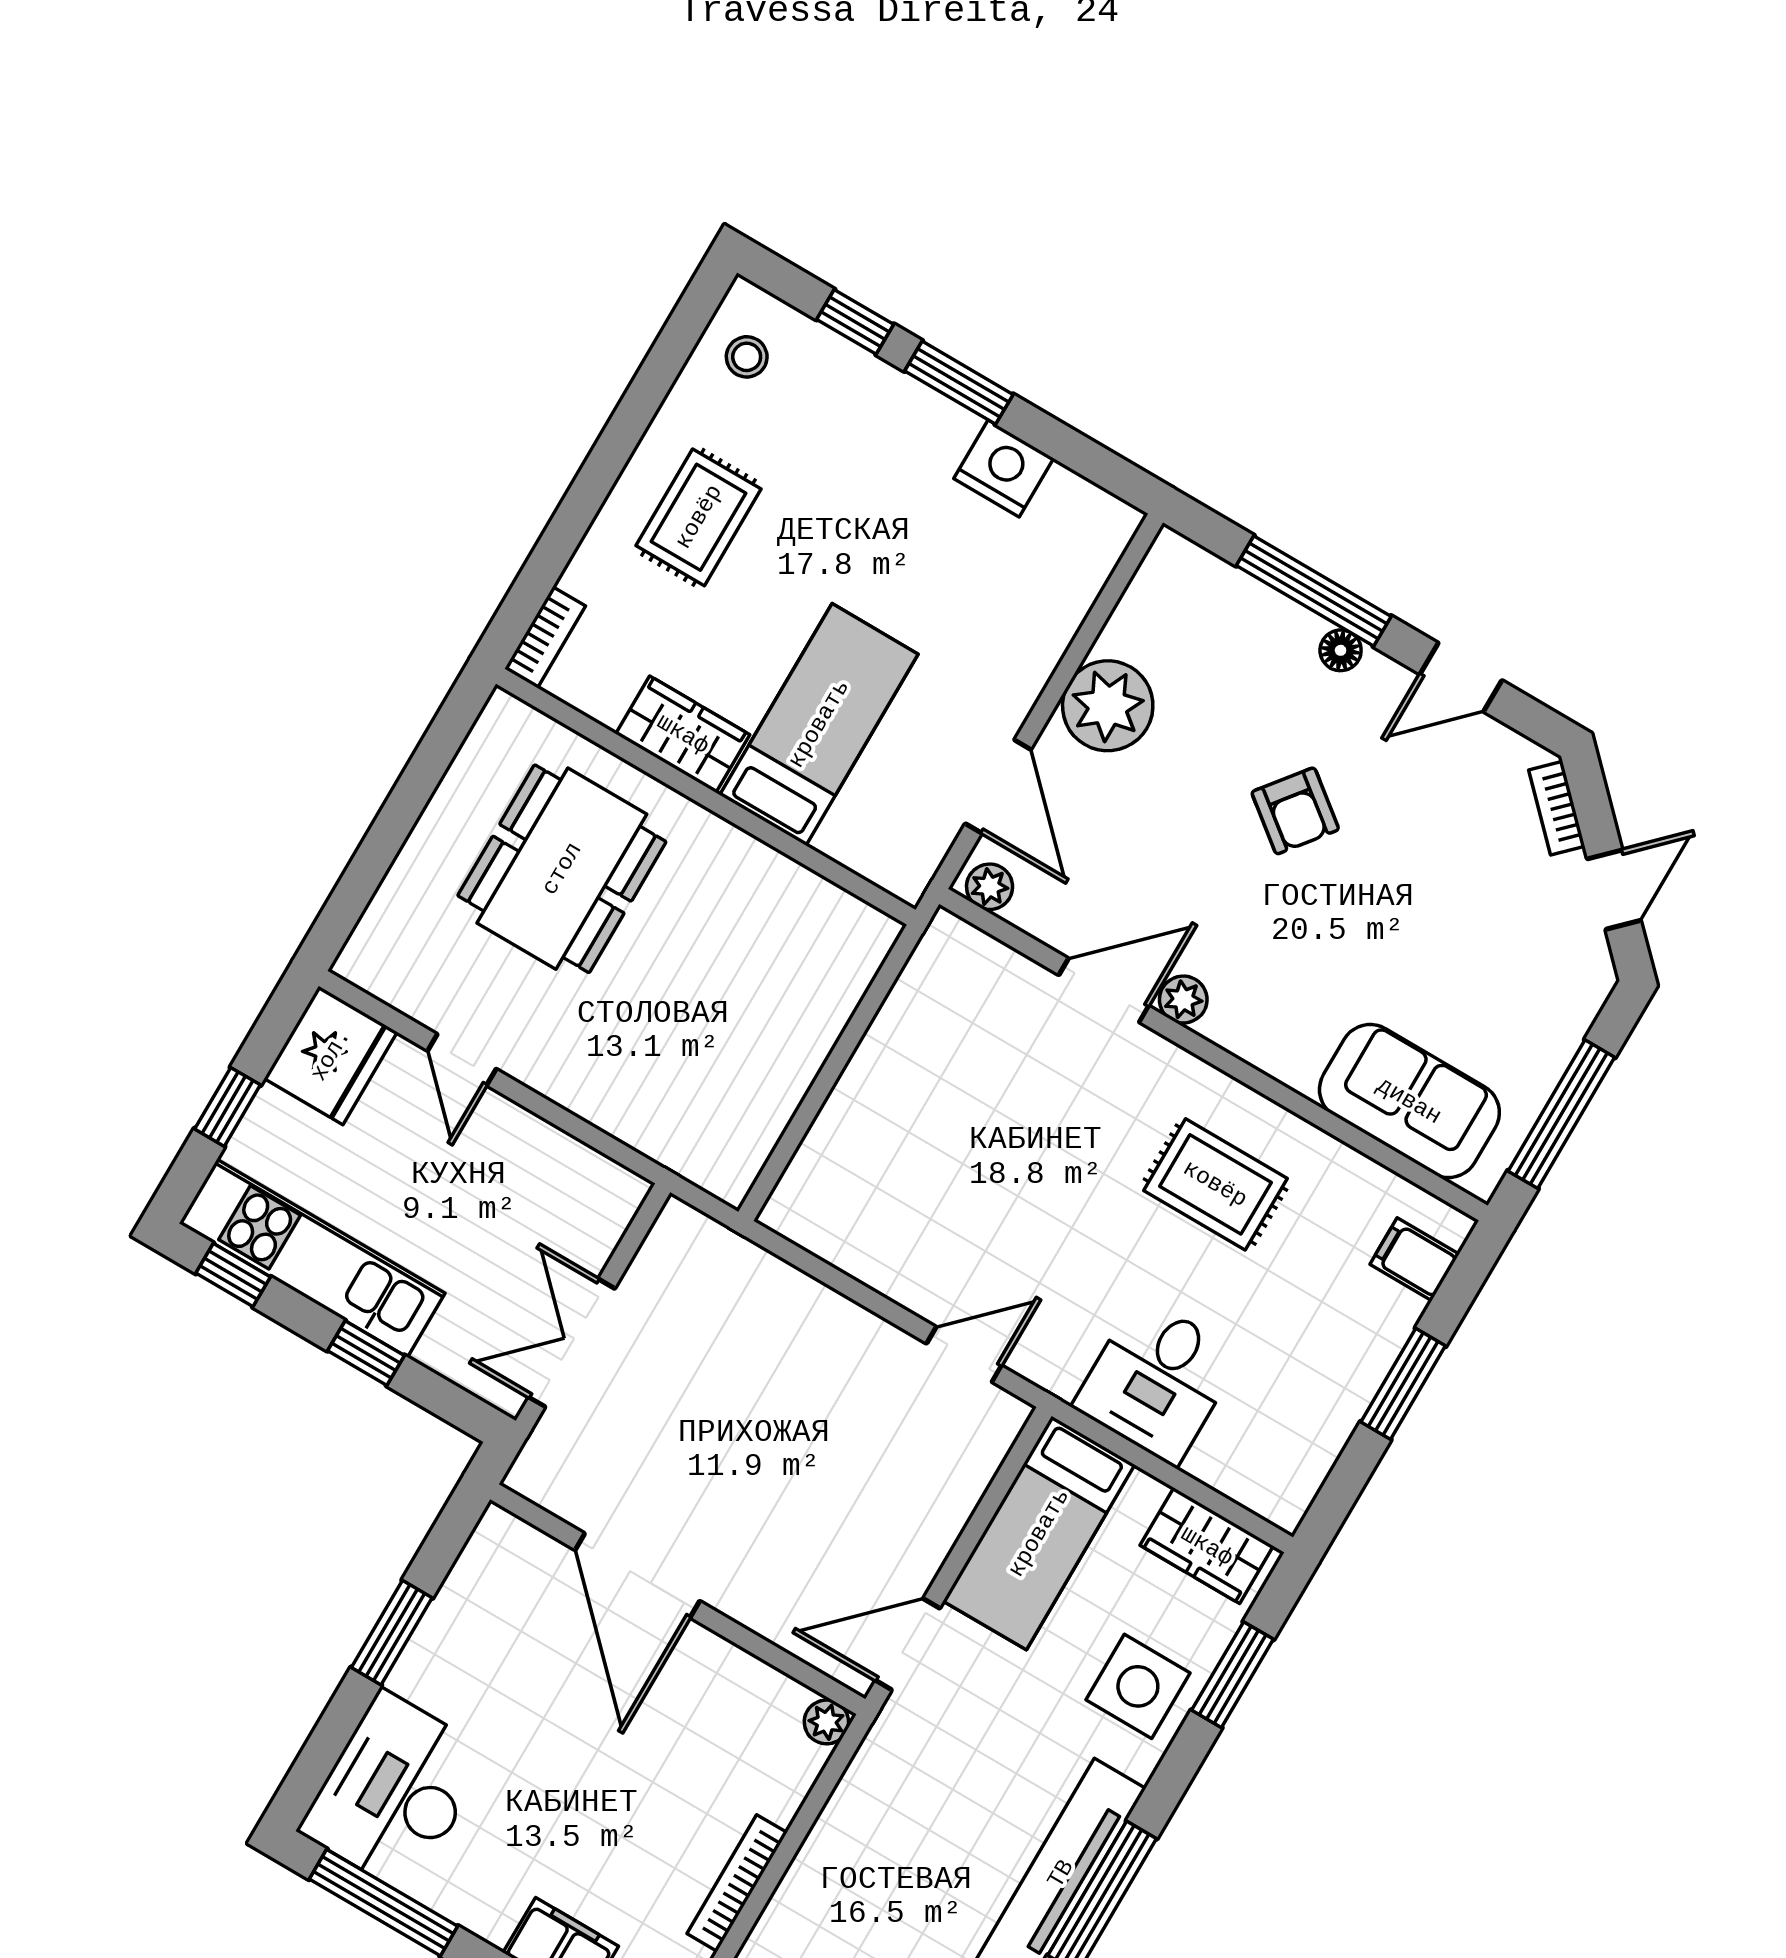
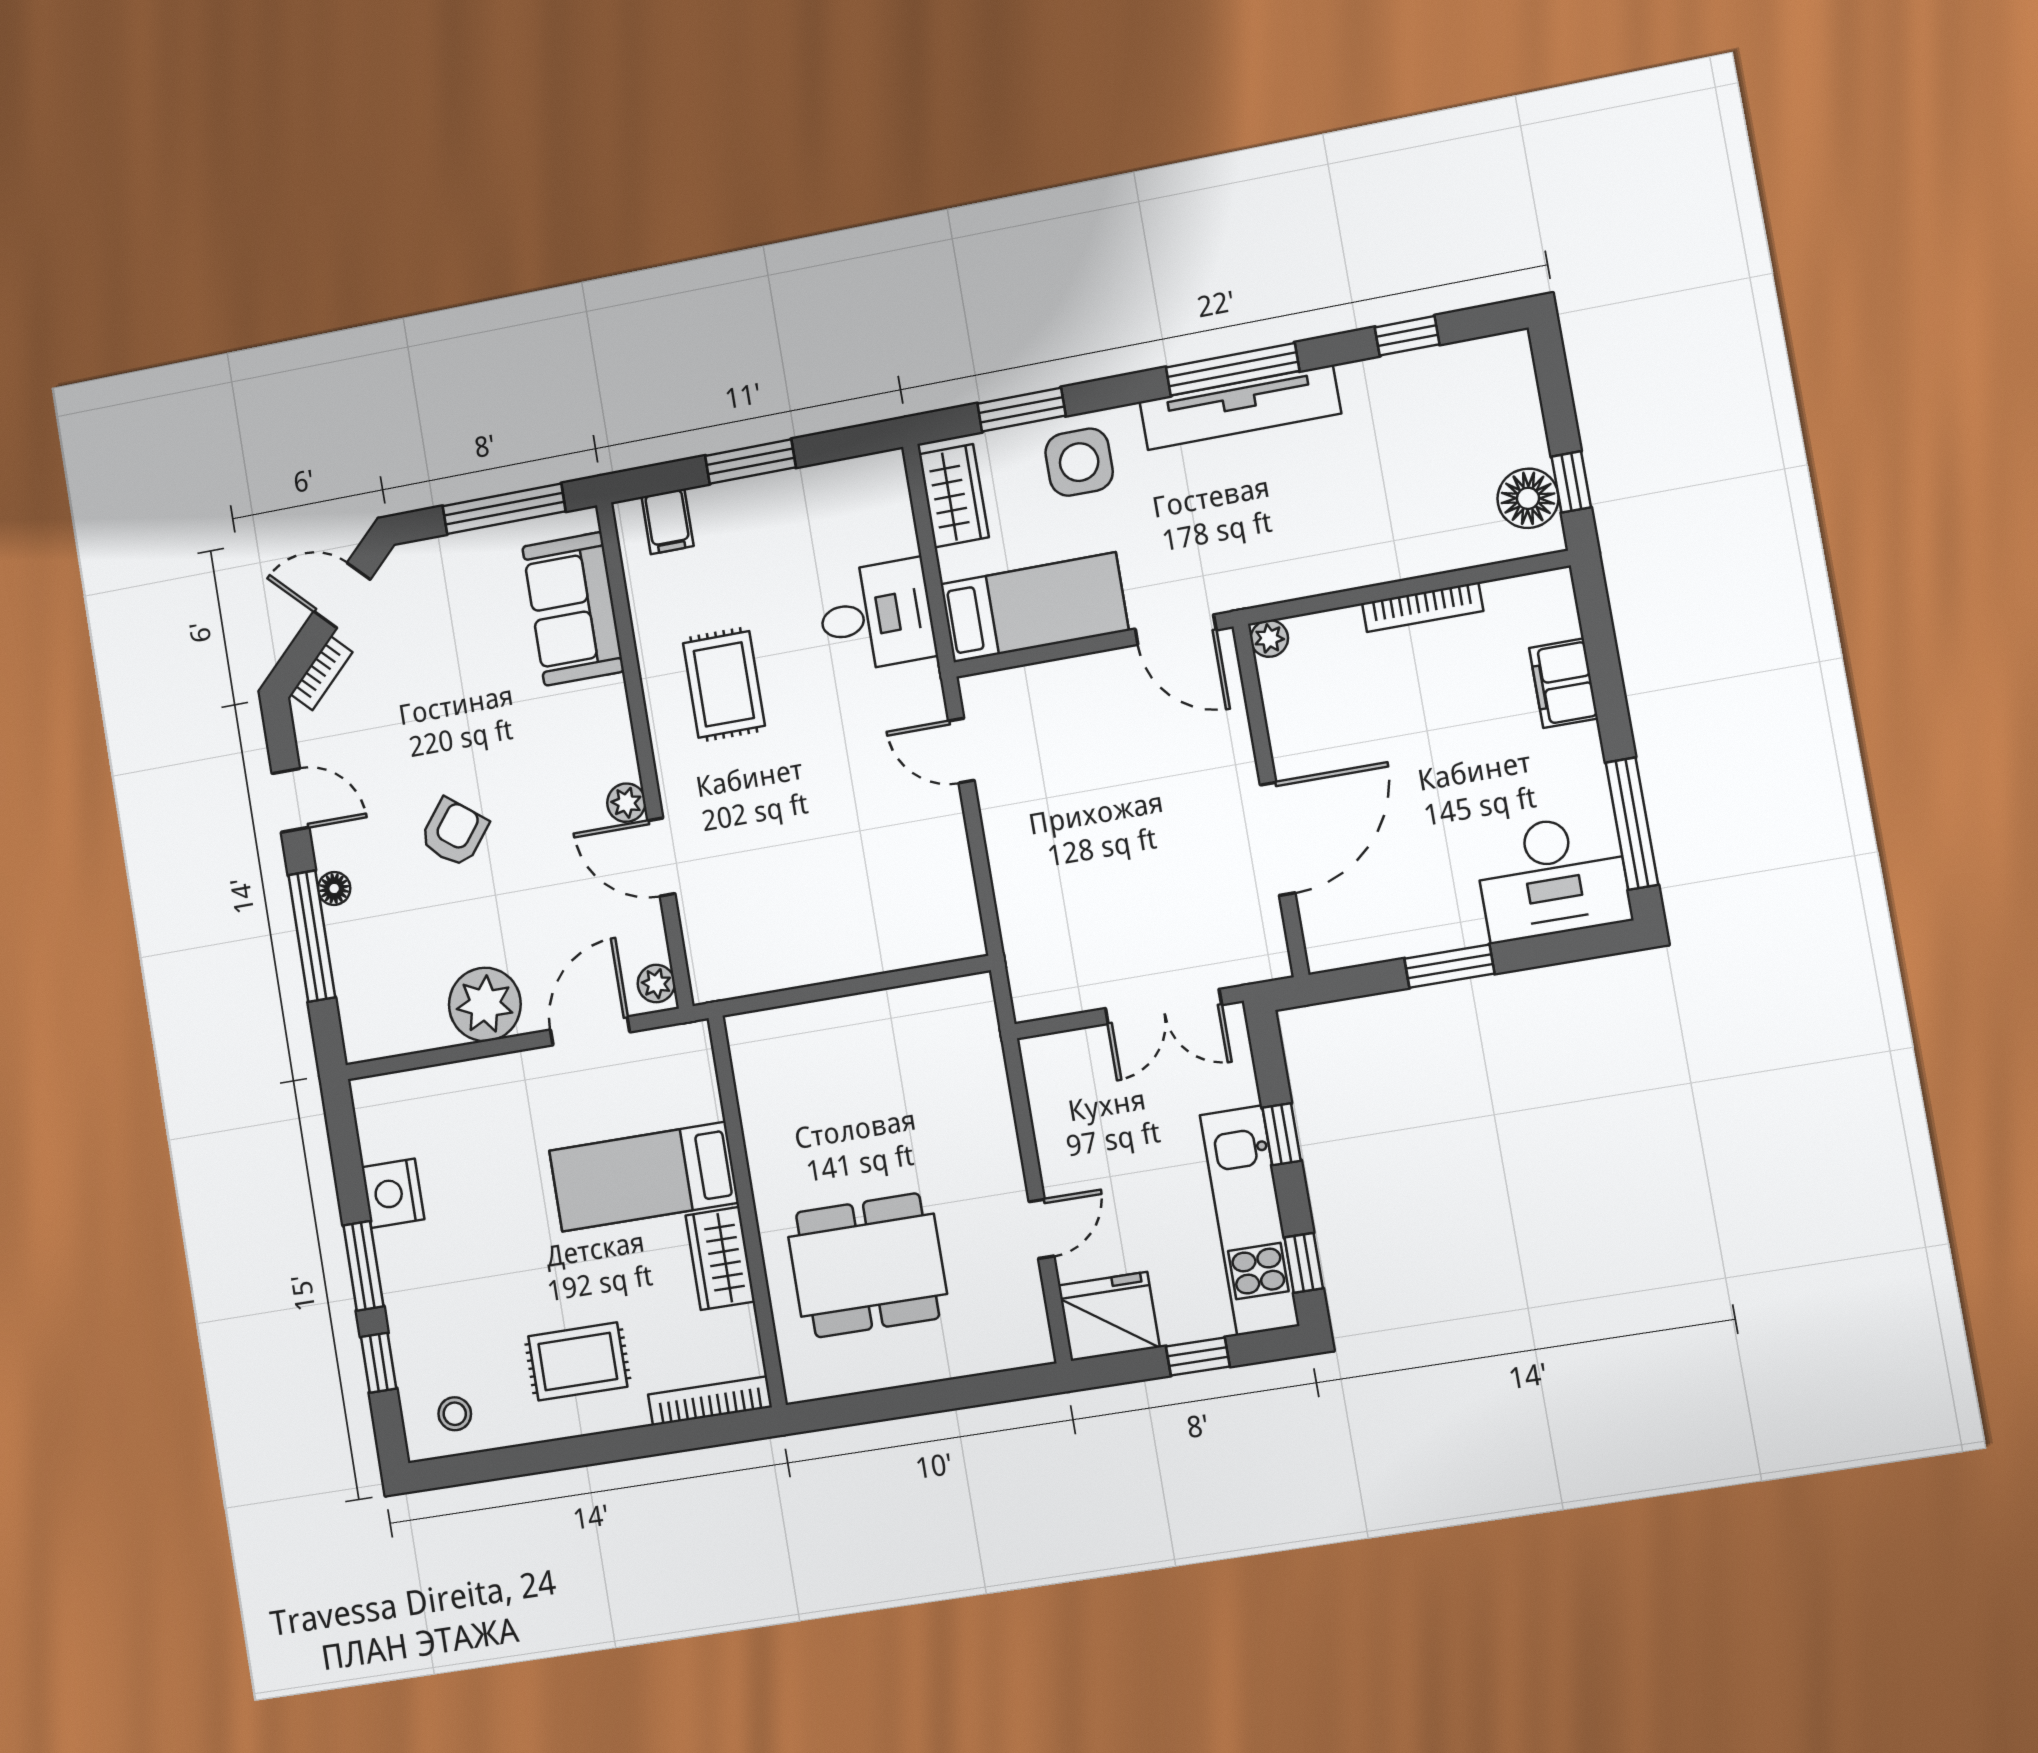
bookcase: (545, 637) -> (710, 1401), width x1.56

